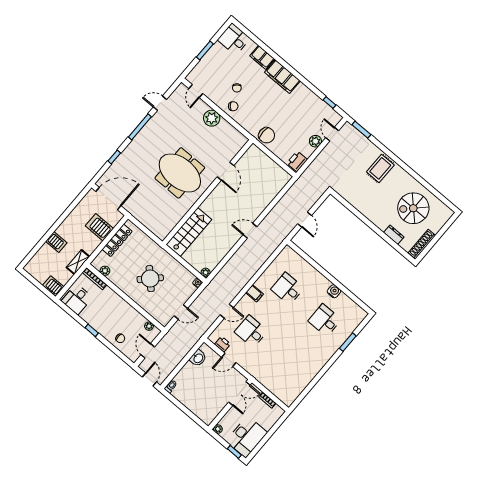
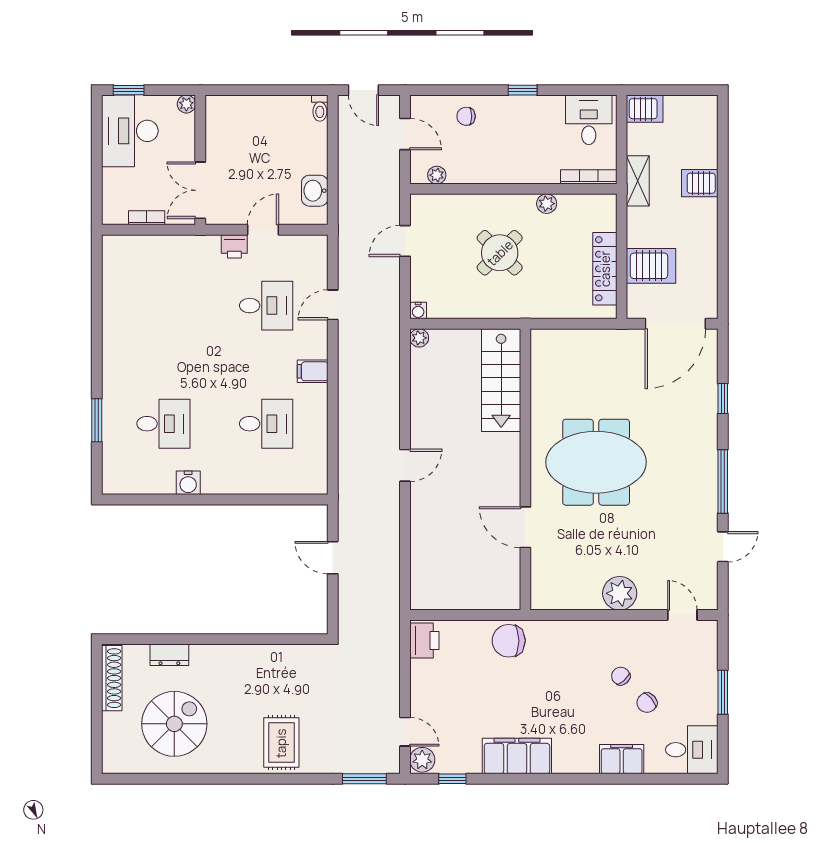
filing cabinet: (282, 77) -> (517, 756), moved
chair: (233, 106) -> (647, 703), moved
plant: (315, 141) -> (422, 760), moved
plant: (105, 271) -> (547, 204), moved
printer: (223, 344) -> (234, 246), moved

